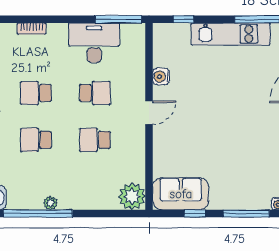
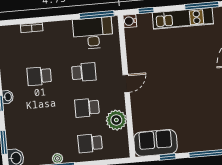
desk: (94, 43) -> (93, 33), moved
water cooler: (161, 77) -> (130, 21), moved
school desk: (36, 140) -> (90, 143), moved
plant: (132, 196) -> (116, 120), moved

